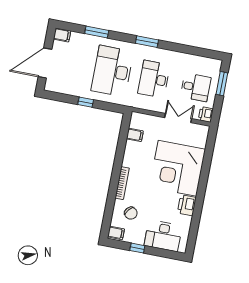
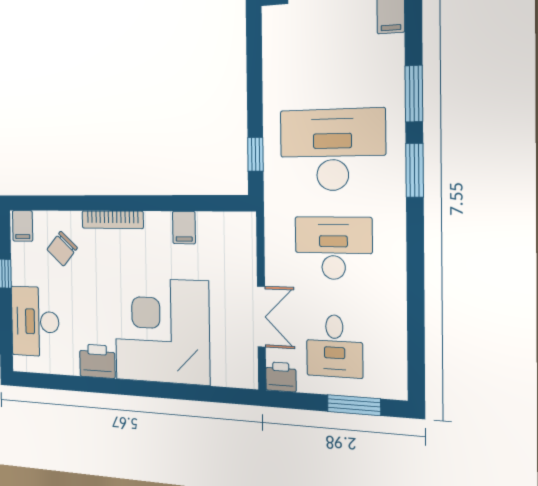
window: (147, 42) -> (415, 170), moved
window: (86, 102) -> (255, 154), moved
filing cabinet: (135, 135) -> (184, 228), moved

